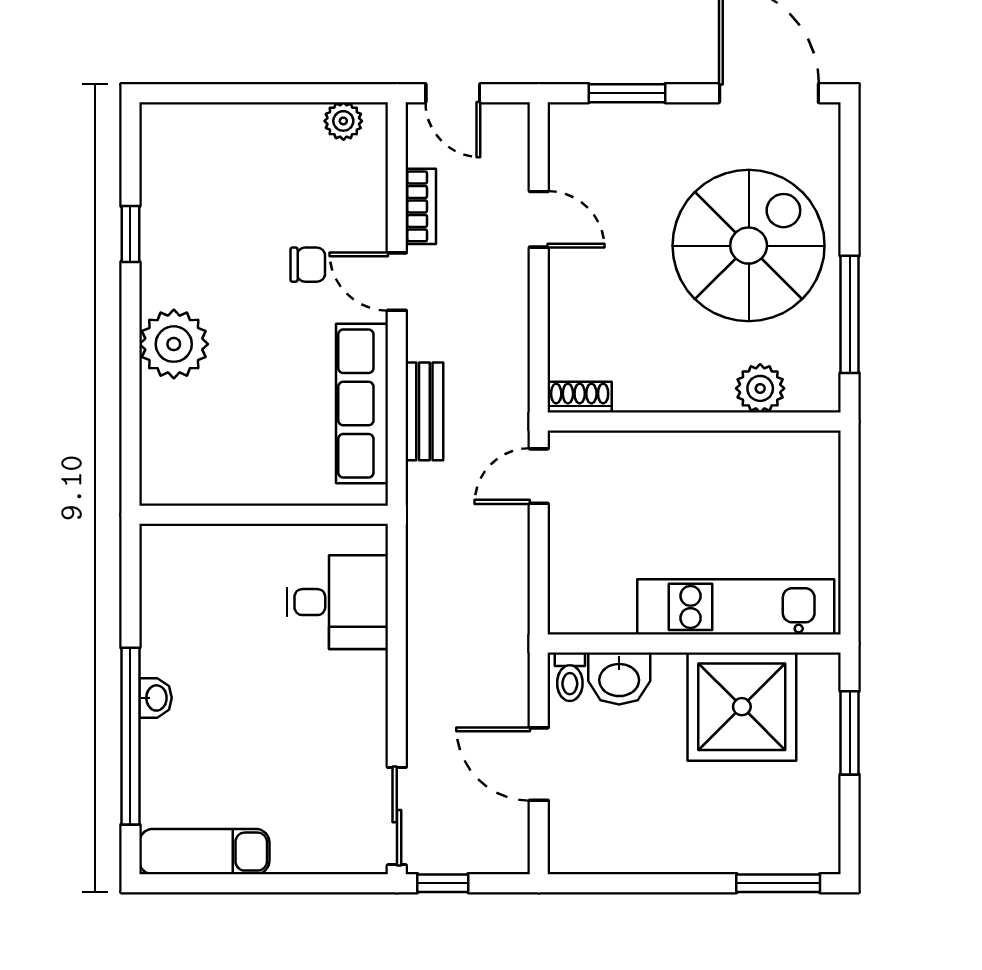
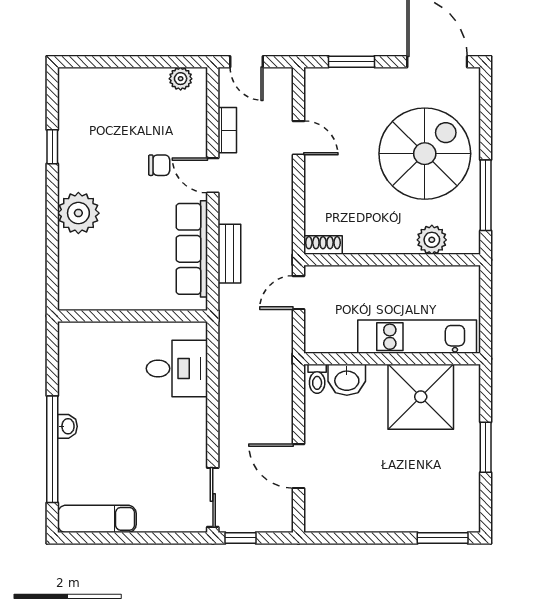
kitchen unit: (736, 607) -> (417, 337), moved
wall: (694, 644) -> (392, 359), moved
toilet: (570, 677) -> (317, 379), moved
washbasin: (619, 679) -> (347, 380), moved
shower: (742, 707) -> (421, 397), moved

